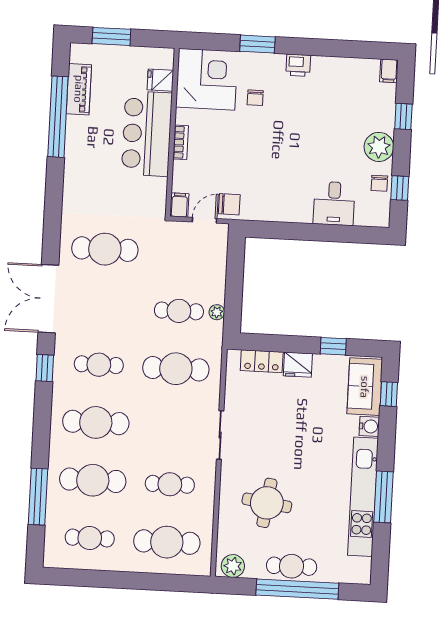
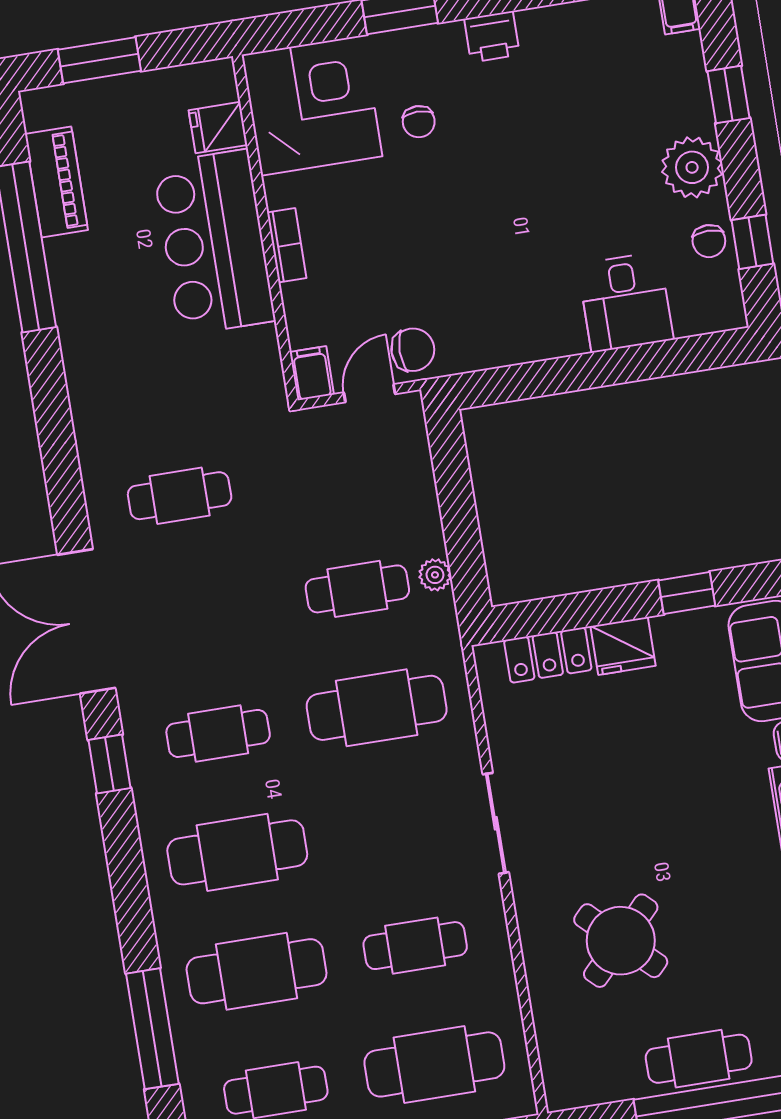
cafe table: (105, 249) -> (180, 496), width x0.73, depth x0.74
round table: (267, 503) -> (621, 941), turned 36
plant: (233, 566) -> (579, 1084), removed

